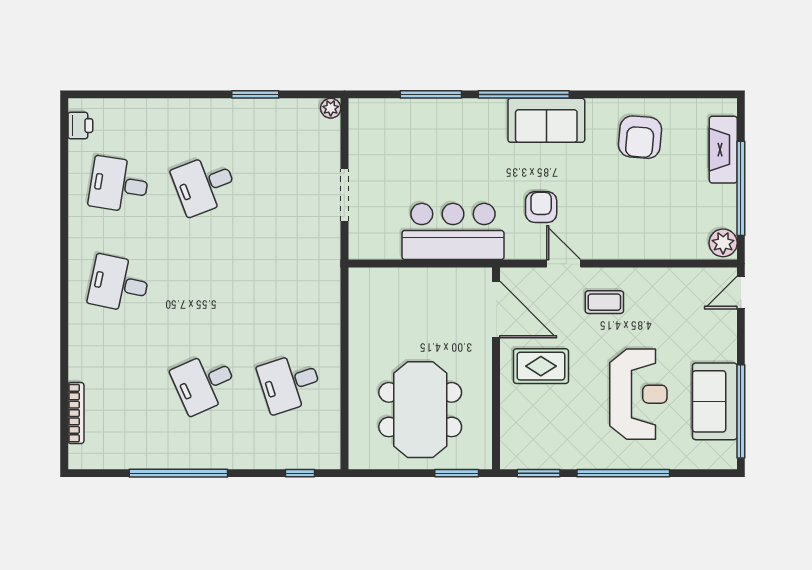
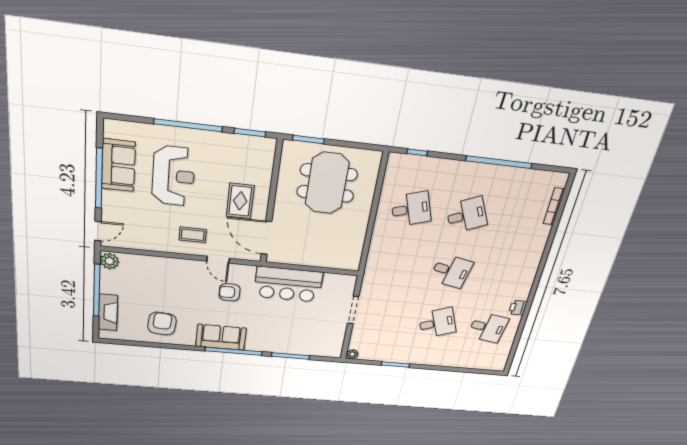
printer: (80, 126) -> (518, 308), moved
armchair: (541, 207) -> (229, 292), turned 90
desk: (119, 284) -> (451, 271), moved
rug: (541, 366) -> (240, 201), turned 90
reception desk: (638, 394) -> (173, 176), turned 180
window: (741, 411) -> (99, 178), moved

